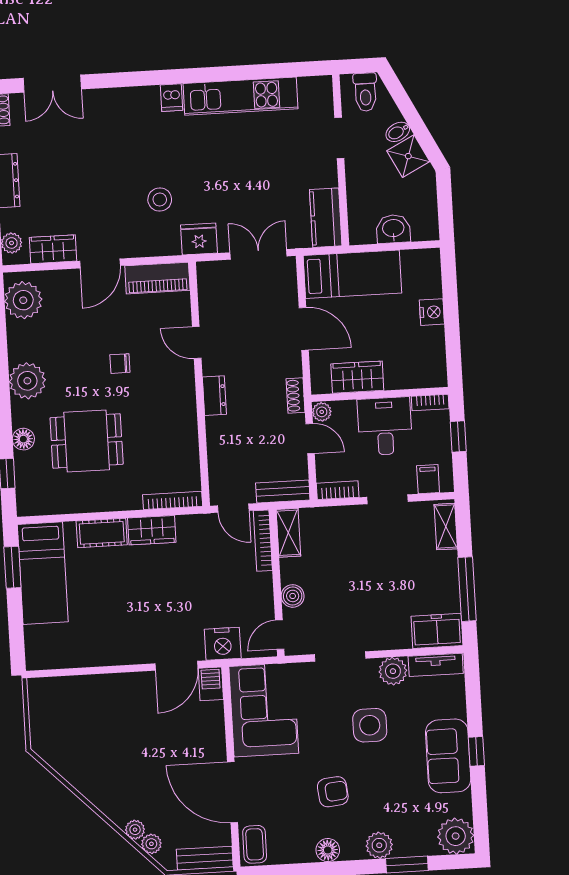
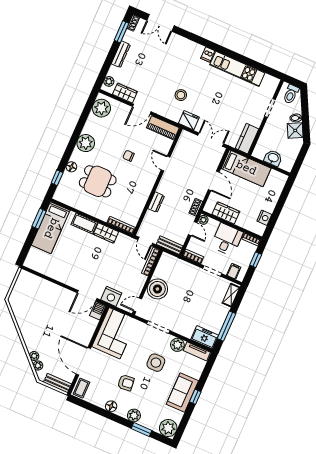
nightstand: (432, 312) -> (264, 218), moved
dresser: (214, 396) -> (156, 202), moved
shelving: (288, 533) -> (163, 264), removed
boiler: (293, 596) -> (157, 289), width x1.86, depth x1.86

